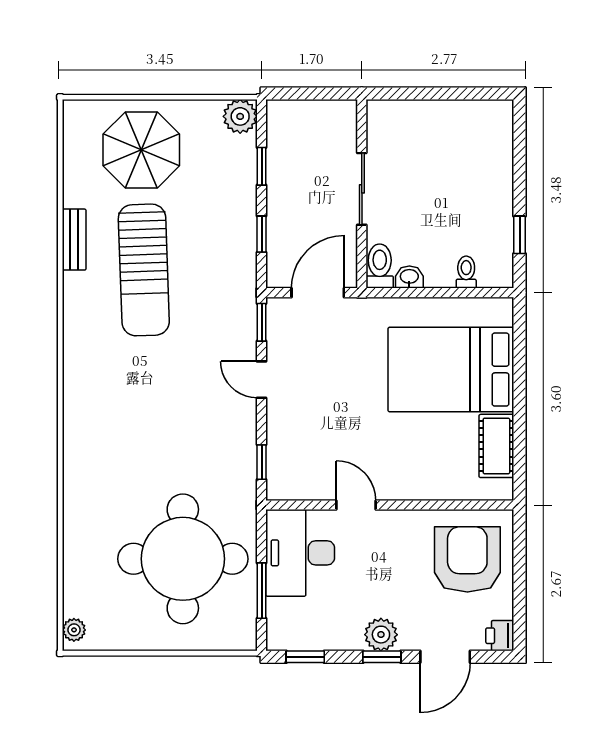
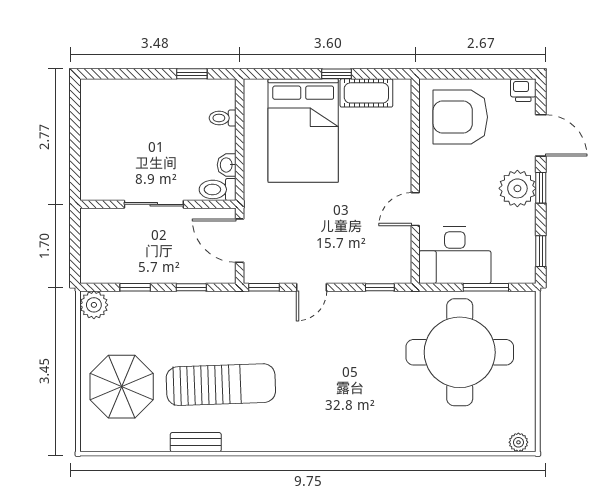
window: (520, 410) -> (336, 74), added
plant: (381, 635) -> (517, 188), width x1.36, depth x1.36

